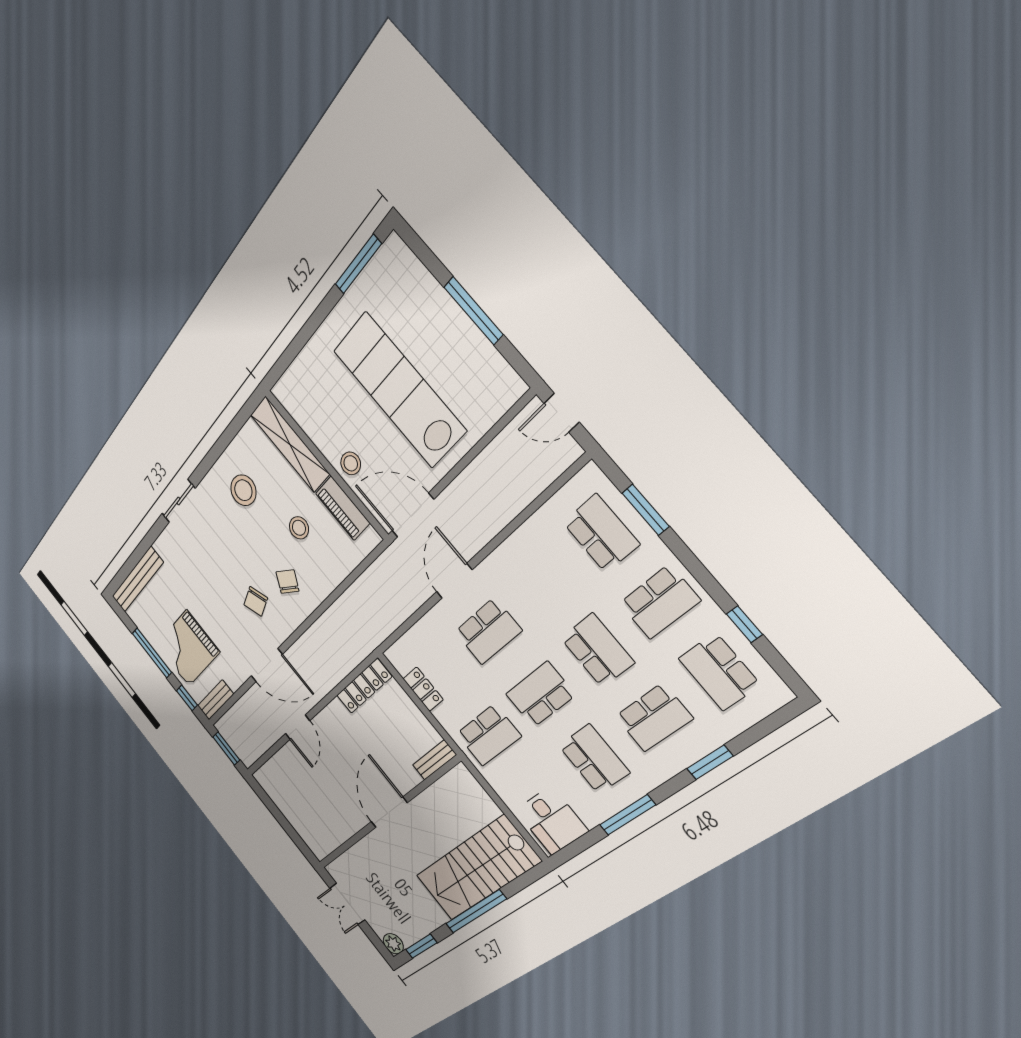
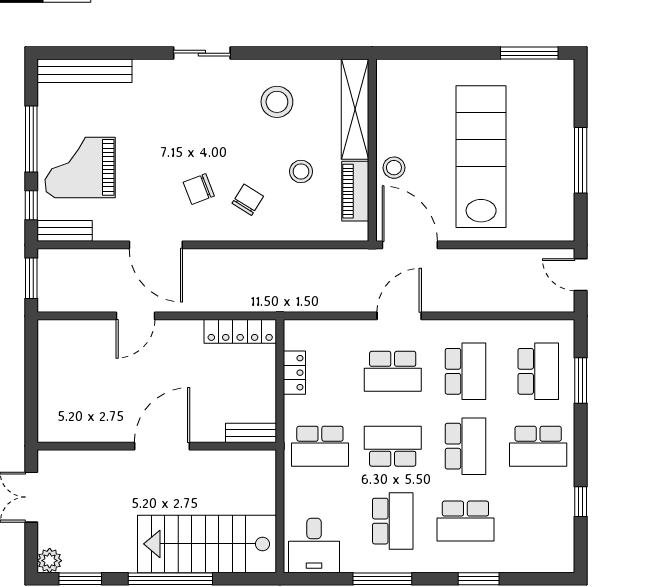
school desk: (719, 672) -> (465, 371), moved, turned 180

